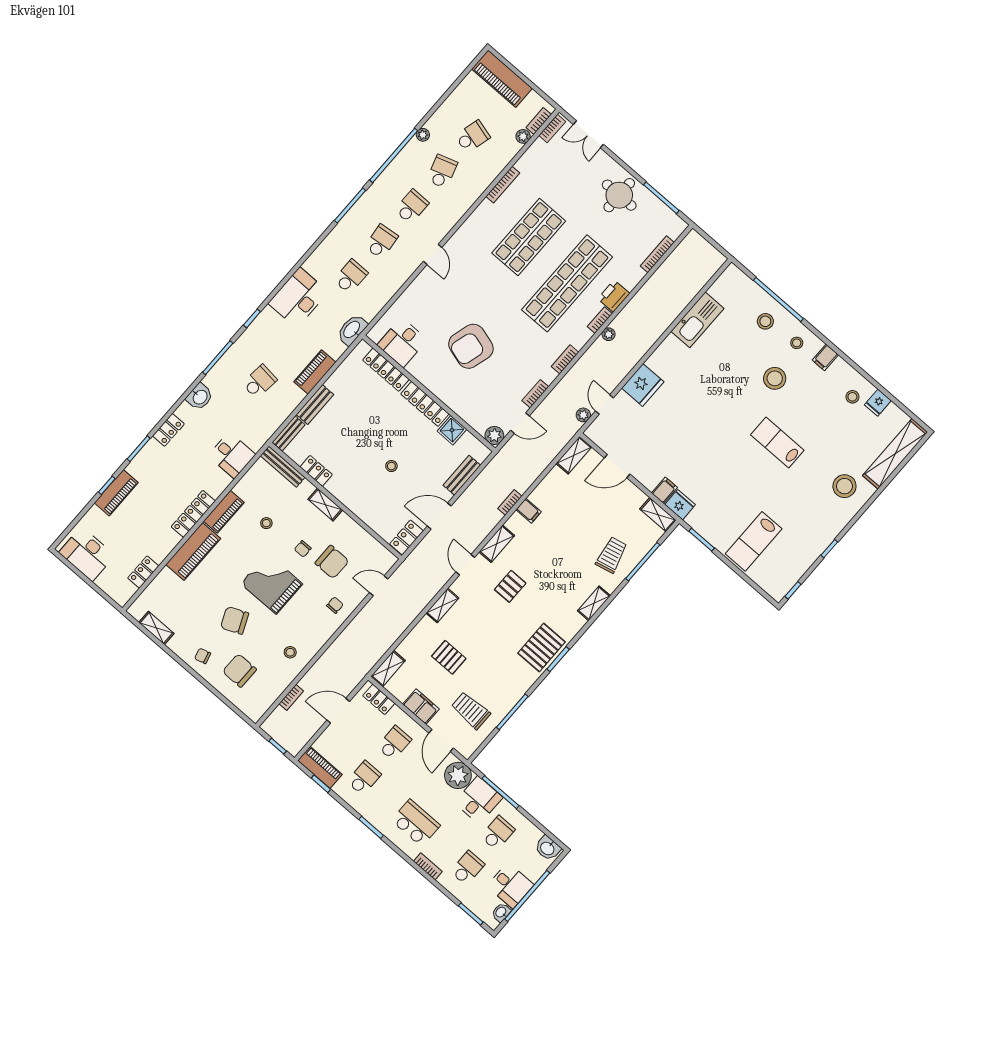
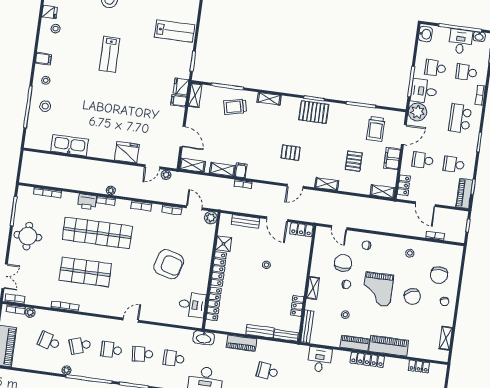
stool: (775, 378) -> (74, 80), removed
shelving: (497, 544) -> (222, 169), moved

